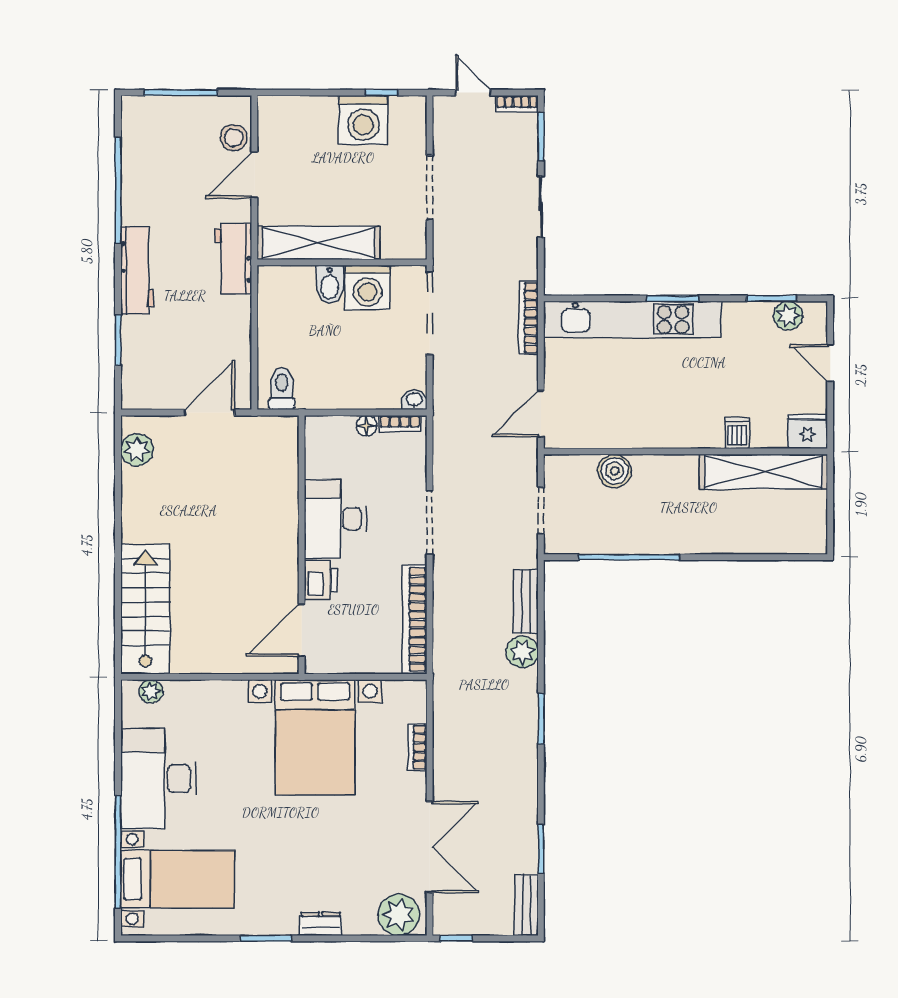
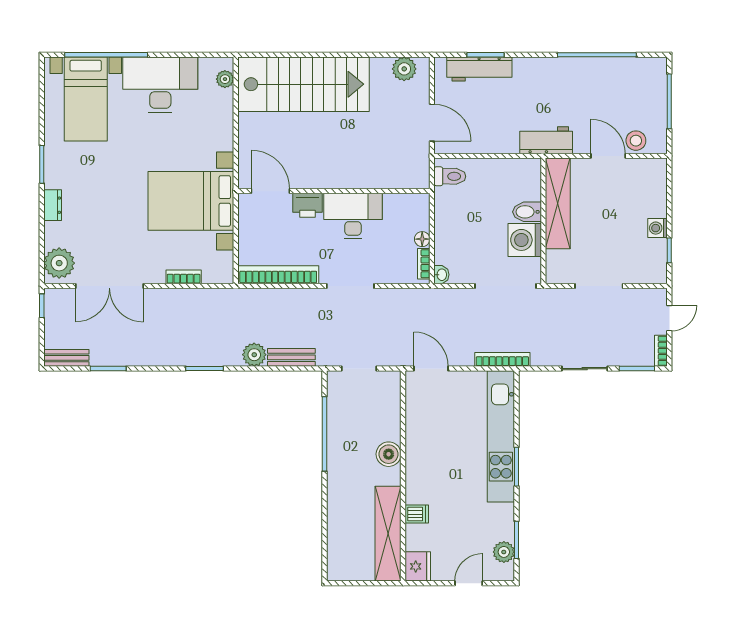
washing machine: (363, 120) -> (658, 228), width x0.53, depth x0.53
workbench: (137, 270) -> (479, 69), moved
boiler: (615, 471) -> (389, 454), moved
stairs: (145, 609) -> (304, 84), width x1.36, depth x1.51

